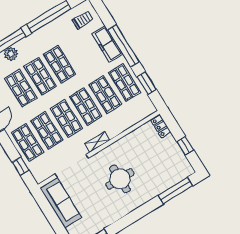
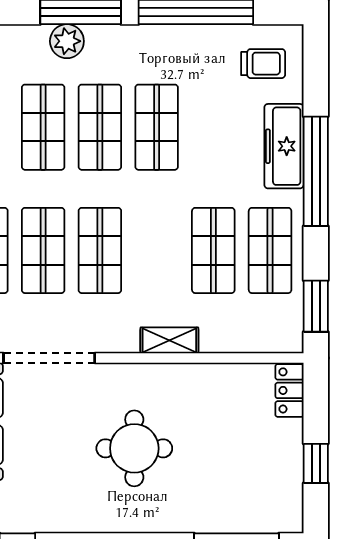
window: (146, 83) -> (316, 306), moved
shop shelf: (86, 106) -> (157, 250), removed
shelving: (97, 142) -> (169, 340), moved

